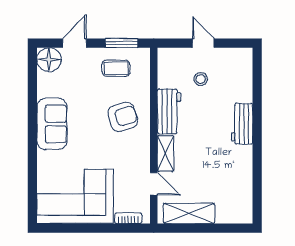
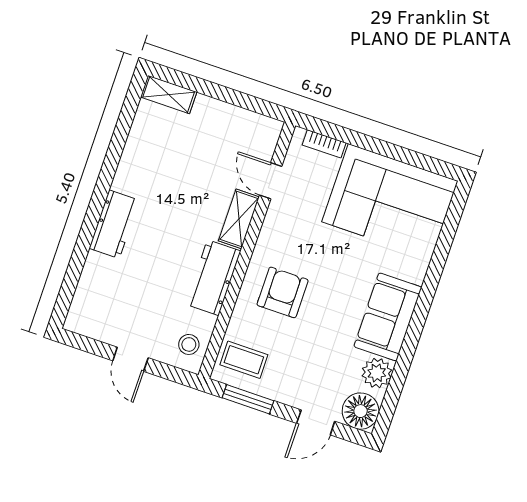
coffee table: (116, 68) -> (244, 360), moved
stool: (201, 79) -> (189, 344), moved
plant: (47, 87) -> (377, 373), added
armchair: (123, 117) -> (283, 292), turned 107
shelving: (189, 213) -> (169, 95), moved, width x0.67, depth x0.75

